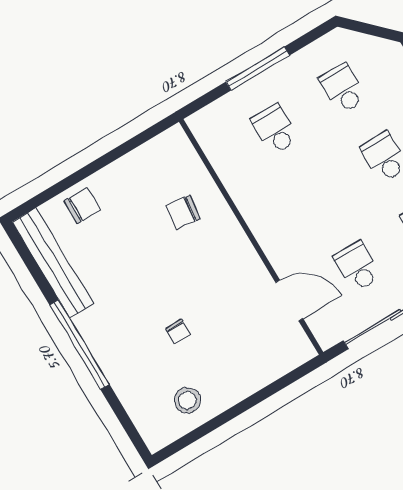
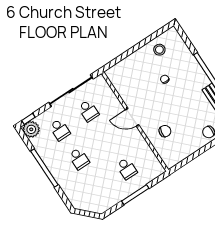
school desk: (343, 89) -> (98, 188), removed
door: (289, 300) -> (132, 117), moved

